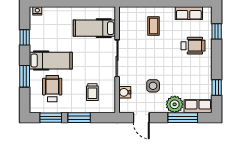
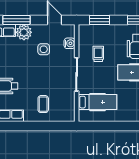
trolley: (92, 92) -> (98, 54), moved
window: (79, 118) -> (99, 20), moved

